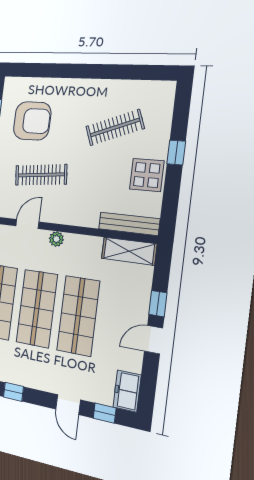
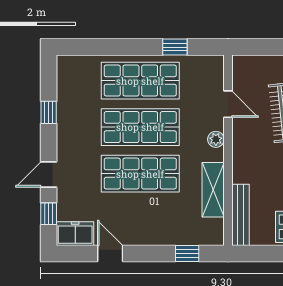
shelving: (129, 251) -> (213, 190), moved
window: (158, 304) -> (187, 254), moved
door: (153, 340) -> (110, 254), moved

